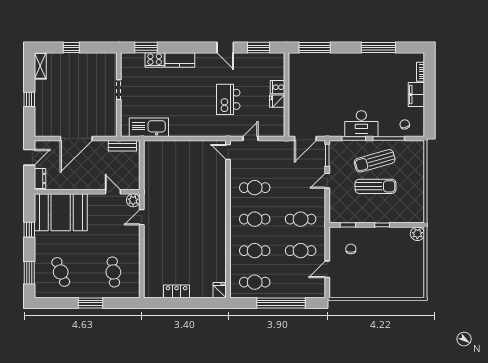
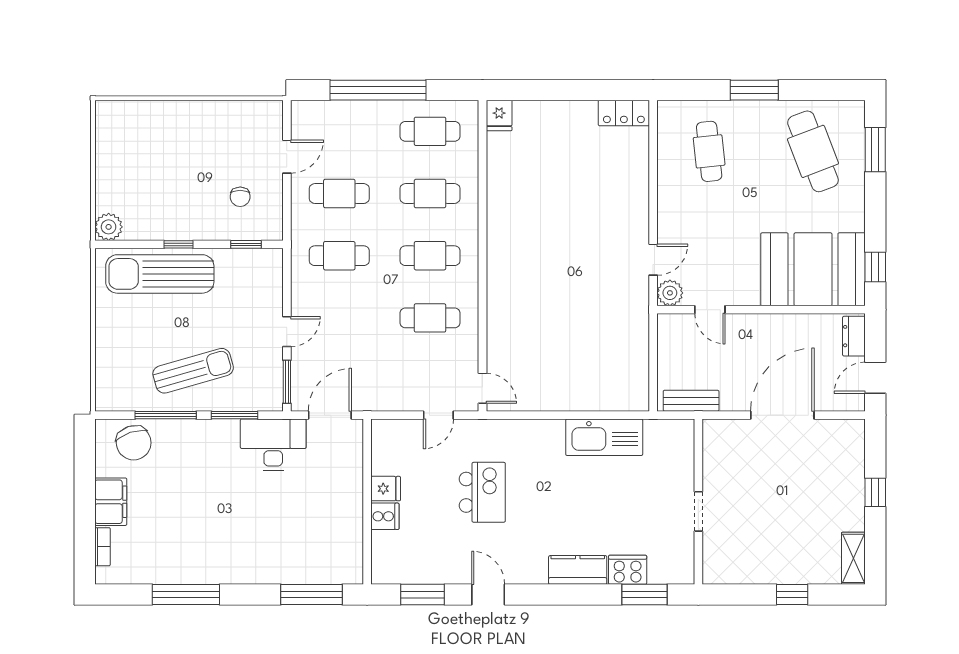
desk: (361, 124) -> (273, 445), moved
chair: (405, 124) -> (134, 443), width x1.87, depth x1.87
kitchen sink: (149, 127) -> (604, 437), moved
sun lounger: (375, 186) -> (160, 274), moved, width x1.36, depth x1.34
window: (29, 230) -> (875, 267), moved
cafe table: (61, 272) -> (813, 151), width x1.37, depth x1.35
locker: (177, 291) -> (624, 113), moved

